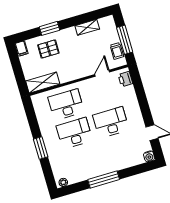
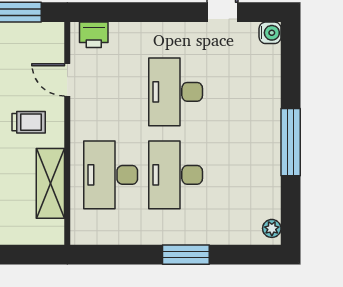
trolley: (117, 51) -> (29, 122), moved
shelving: (43, 83) -> (50, 183), moved

